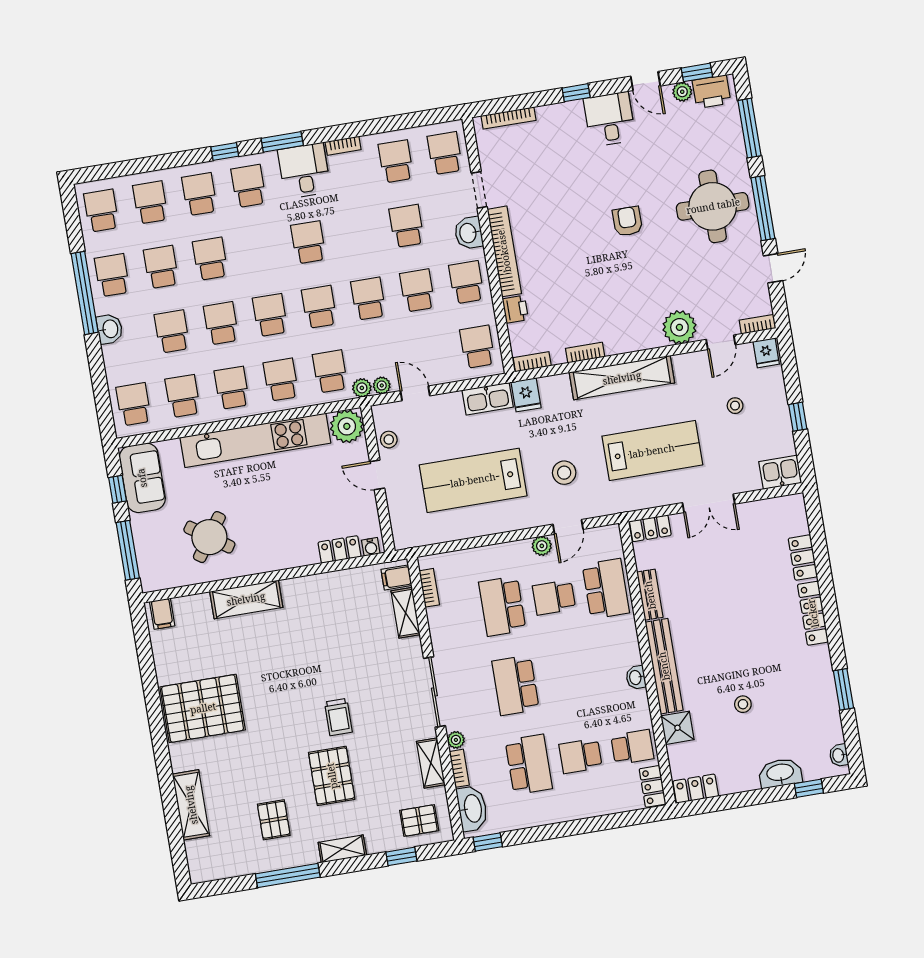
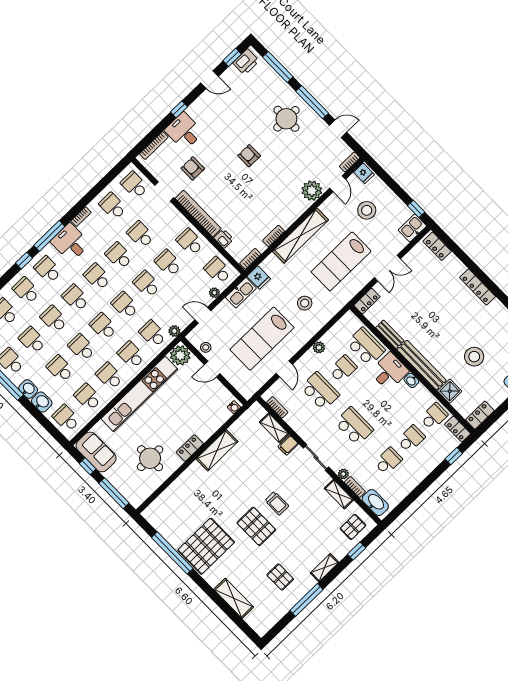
plant: (682, 92) -> (232, 72), removed
desk: (610, 119) -> (184, 131), moved
window: (282, 142) -> (49, 236), width x1.44
armchair: (539, 185) -> (193, 168), added
round table: (713, 206) -> (286, 119), width x0.73, depth x0.73
washbasin: (469, 233) -> (42, 402), moved, turned 180
school desk: (358, 234) -> (119, 256), added
school desk: (259, 251) -> (76, 298), added
door: (773, 268) -> (338, 129), hinge flipped
plant: (382, 385) -> (214, 293), moved
stool: (735, 406) -> (367, 210), width x1.89, depth x1.89
window: (798, 417) -> (416, 209), moved
lab bench: (652, 451) -> (341, 261), turned 180
door: (568, 527) -> (284, 369), moved
round table: (209, 537) -> (150, 458), turned -35
locker: (339, 549) -> (190, 448), moved
locker: (803, 558) -> (437, 246), moved
filing cabinet: (396, 577) -> (288, 445), moved
school desk: (554, 597) -> (343, 369), turned 180
shelving: (246, 599) -> (217, 450), moved
school desk: (502, 606) -> (320, 391), turned 180
filing cabinet: (162, 614) -> (153, 513), removed
desk: (614, 645) -> (389, 372), added
school desk: (516, 685) -> (354, 426), turned 180
window: (150, 686) -> (172, 553), added
sliding door: (434, 692) -> (316, 457), width x0.73
stool: (743, 704) -> (474, 357), width x1.89, depth x1.89
school desk: (581, 756) -> (411, 439), turned 180
school desk: (529, 765) -> (388, 461), width x0.54
pallet: (332, 776) -> (256, 526), moved
window: (488, 842) -> (454, 456), moved

